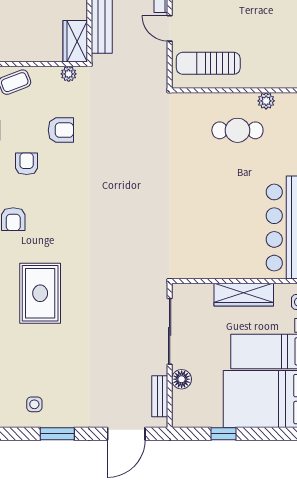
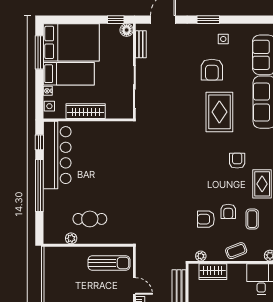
wardrobe: (75, 41) -> (213, 272), moved, turned 90
armchair: (27, 164) -> (228, 211), moved
armchair: (52, 358) -> (212, 70), added
floor lamp: (182, 379) -> (127, 30), moved
window: (224, 434) -> (116, 20), moved

